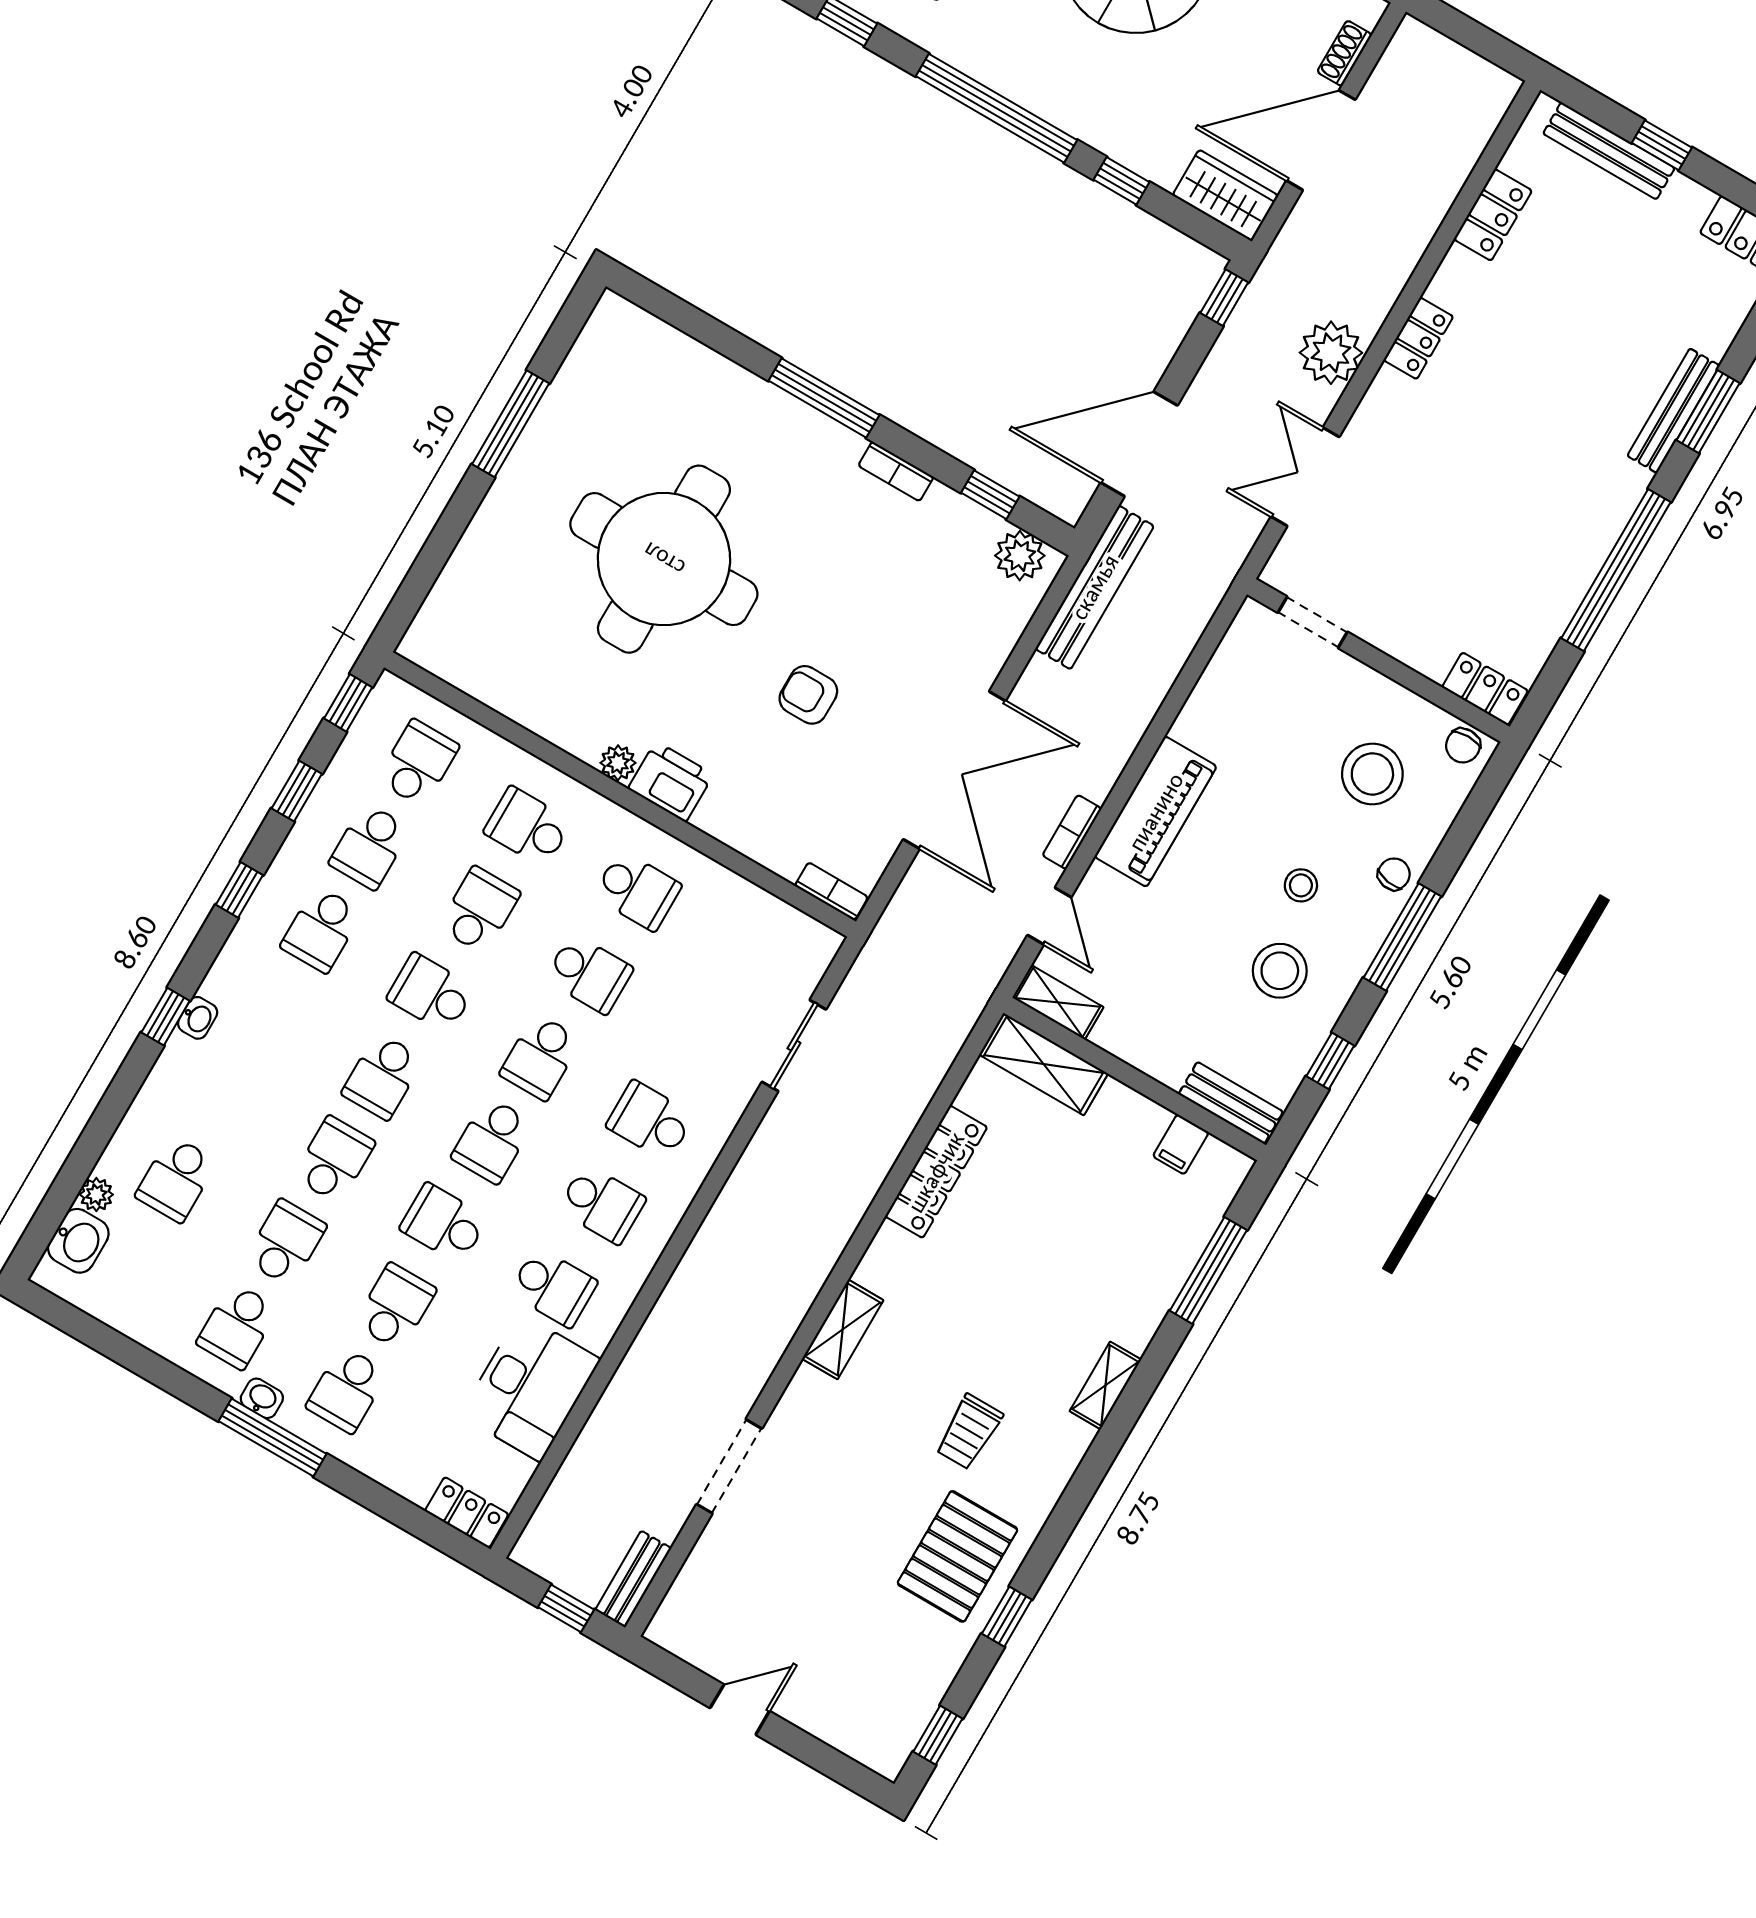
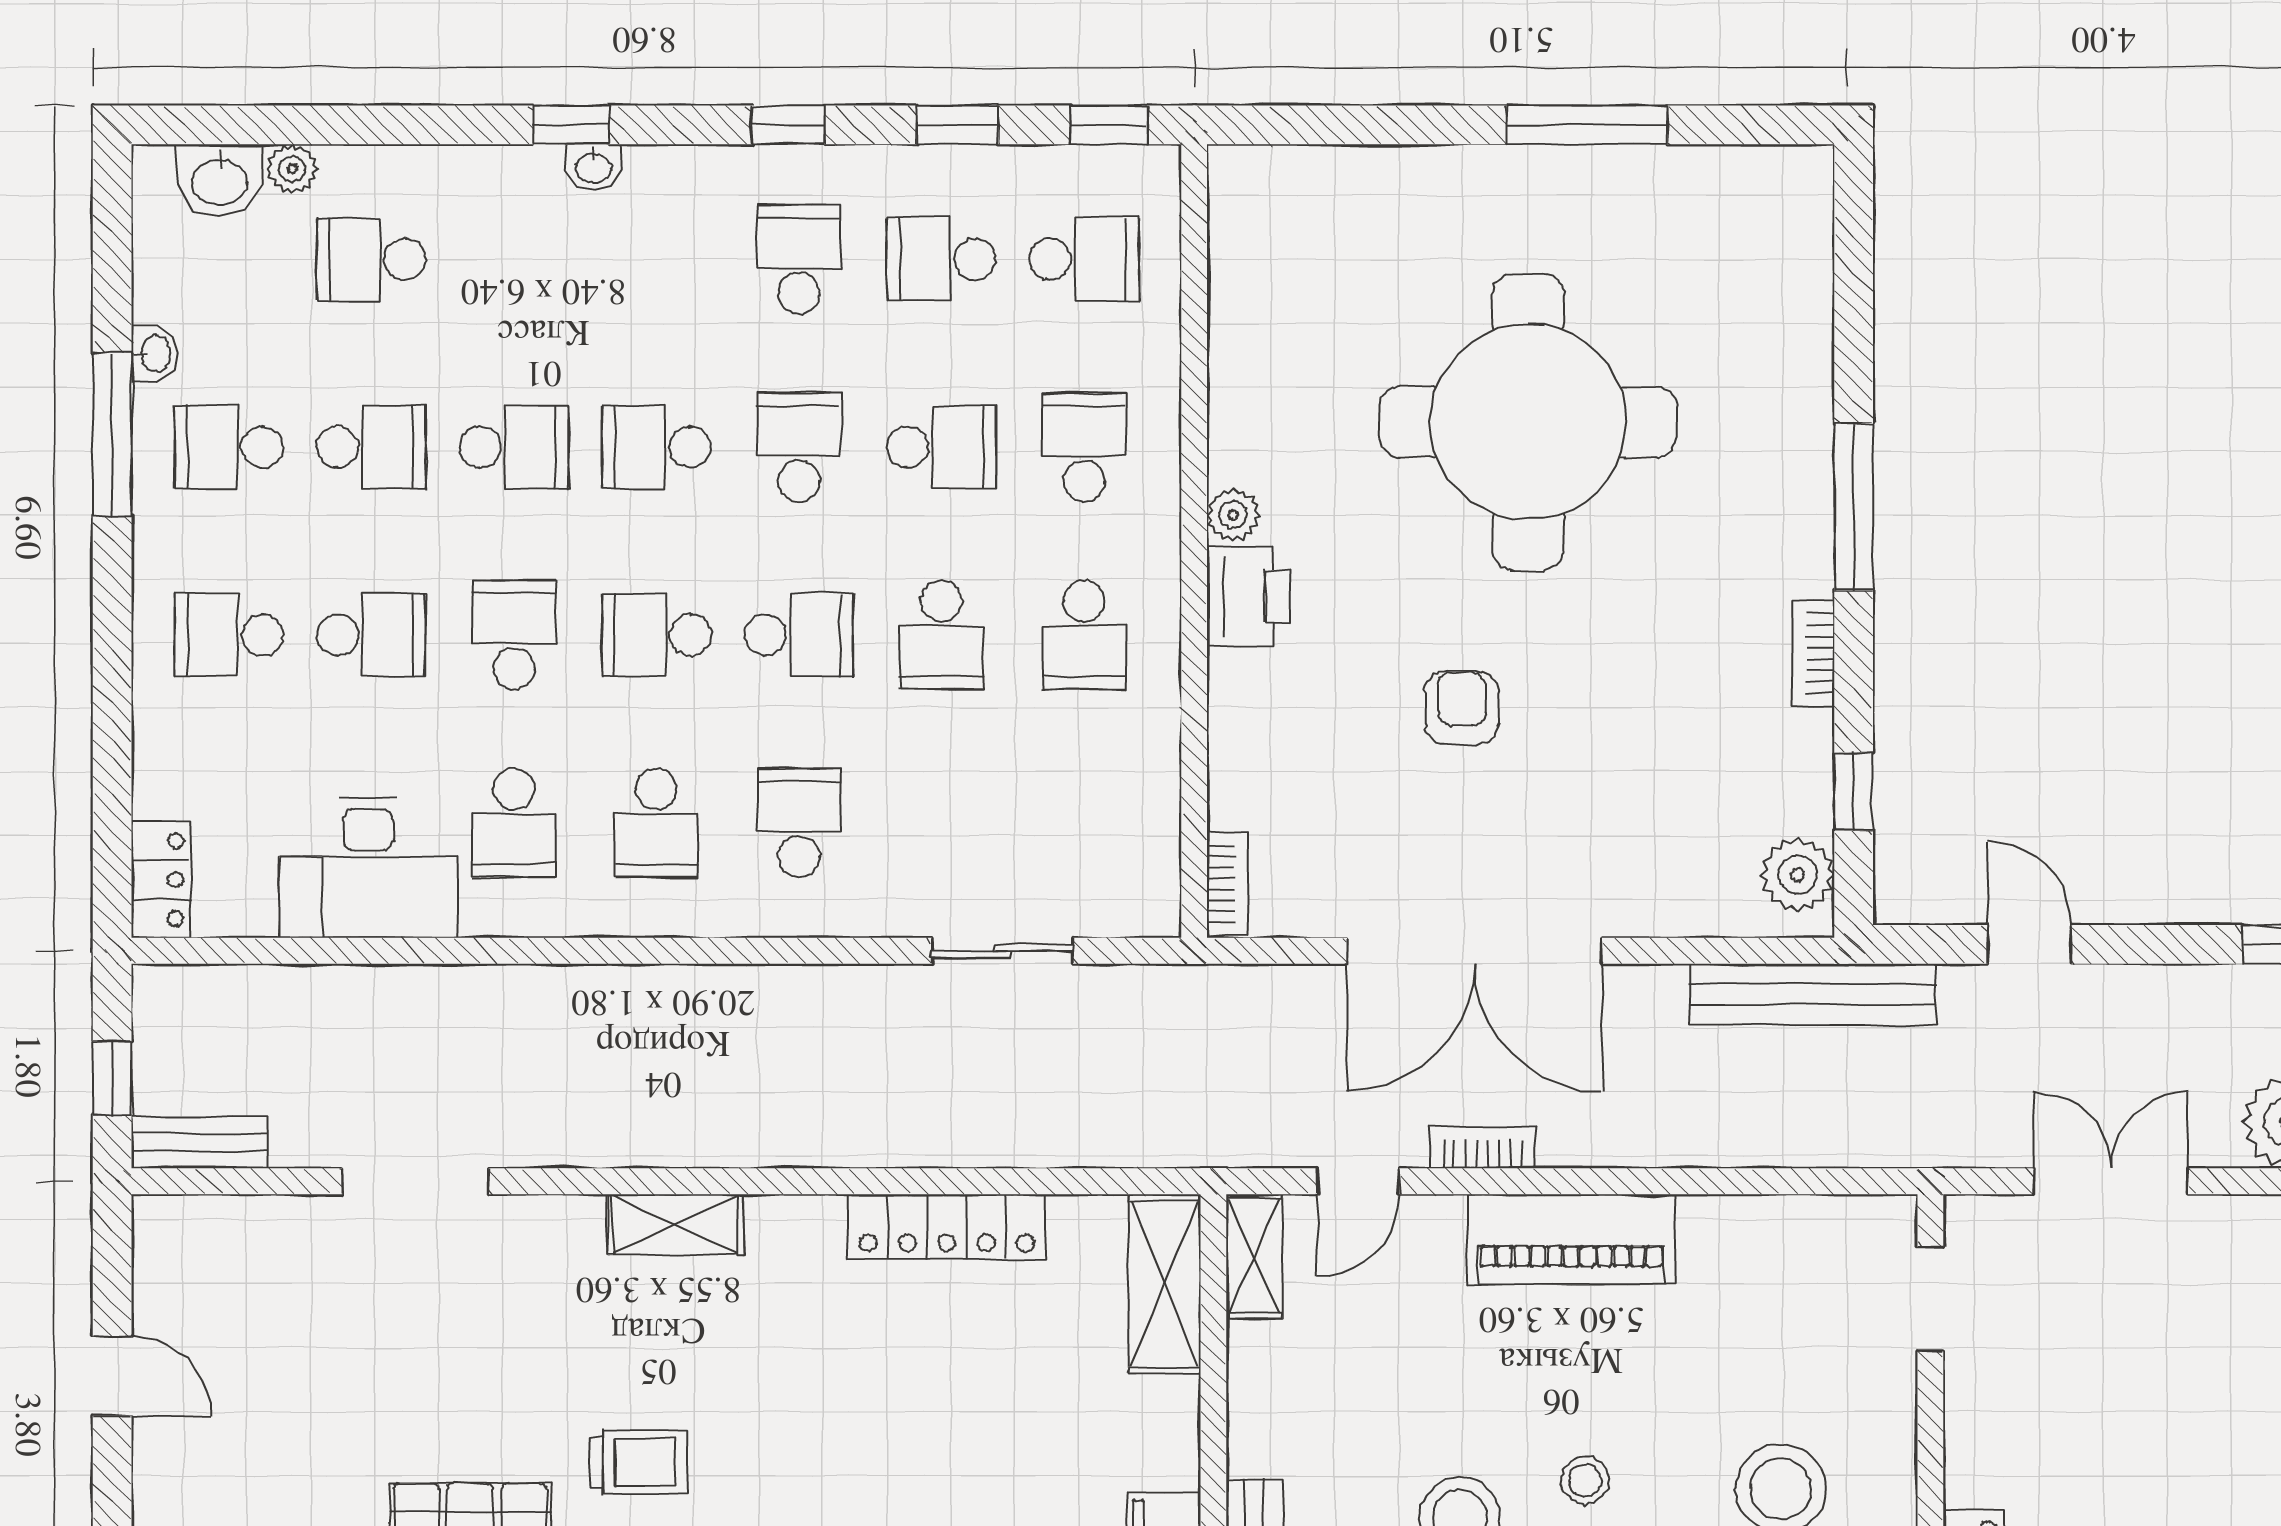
door: (1139, 444) -> (2029, 944), width x0.53
school desk: (321, 929) -> (799, 259), turned 90
school desk: (541, 1057) -> (799, 635), turned 180
washbasin: (262, 1398) -> (154, 353), moved
trolley: (969, 1432) -> (638, 1462), turned 180
window: (272, 1438) -> (112, 434), moved

